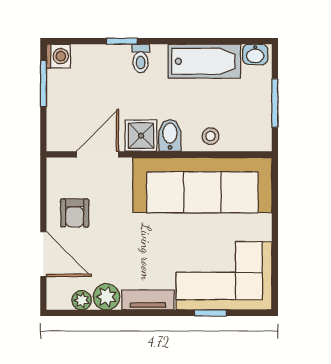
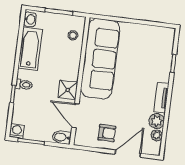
bidet: (170, 135) -> (62, 137), moved
stool: (211, 136) -> (73, 35), moved
corner sofa: (224, 276) -> (153, 53), removed

